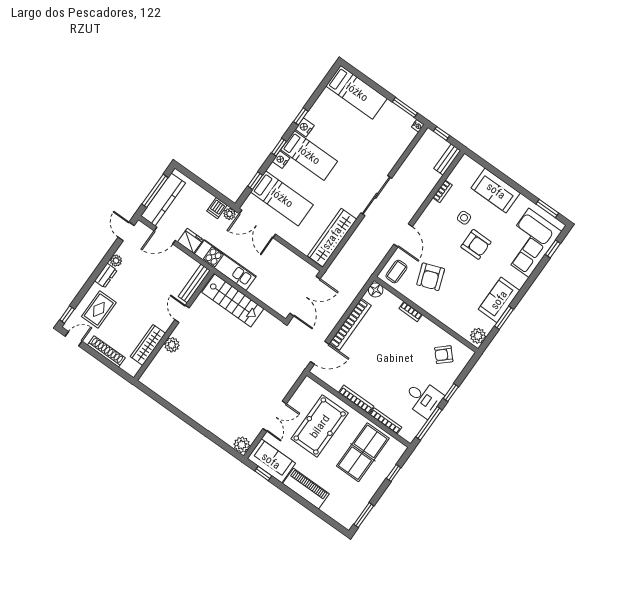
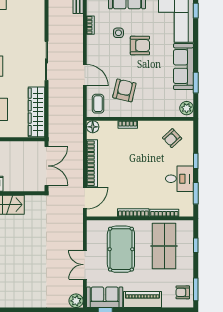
armchair: (431, 277) -> (124, 90), turned -147
sofa: (499, 300) -> (183, 67), width x1.36
double door: (275, 416) -> (85, 265), swing flipped
window: (429, 423) -> (196, 193), width x0.69
armchair: (349, 509) -> (183, 292), added

